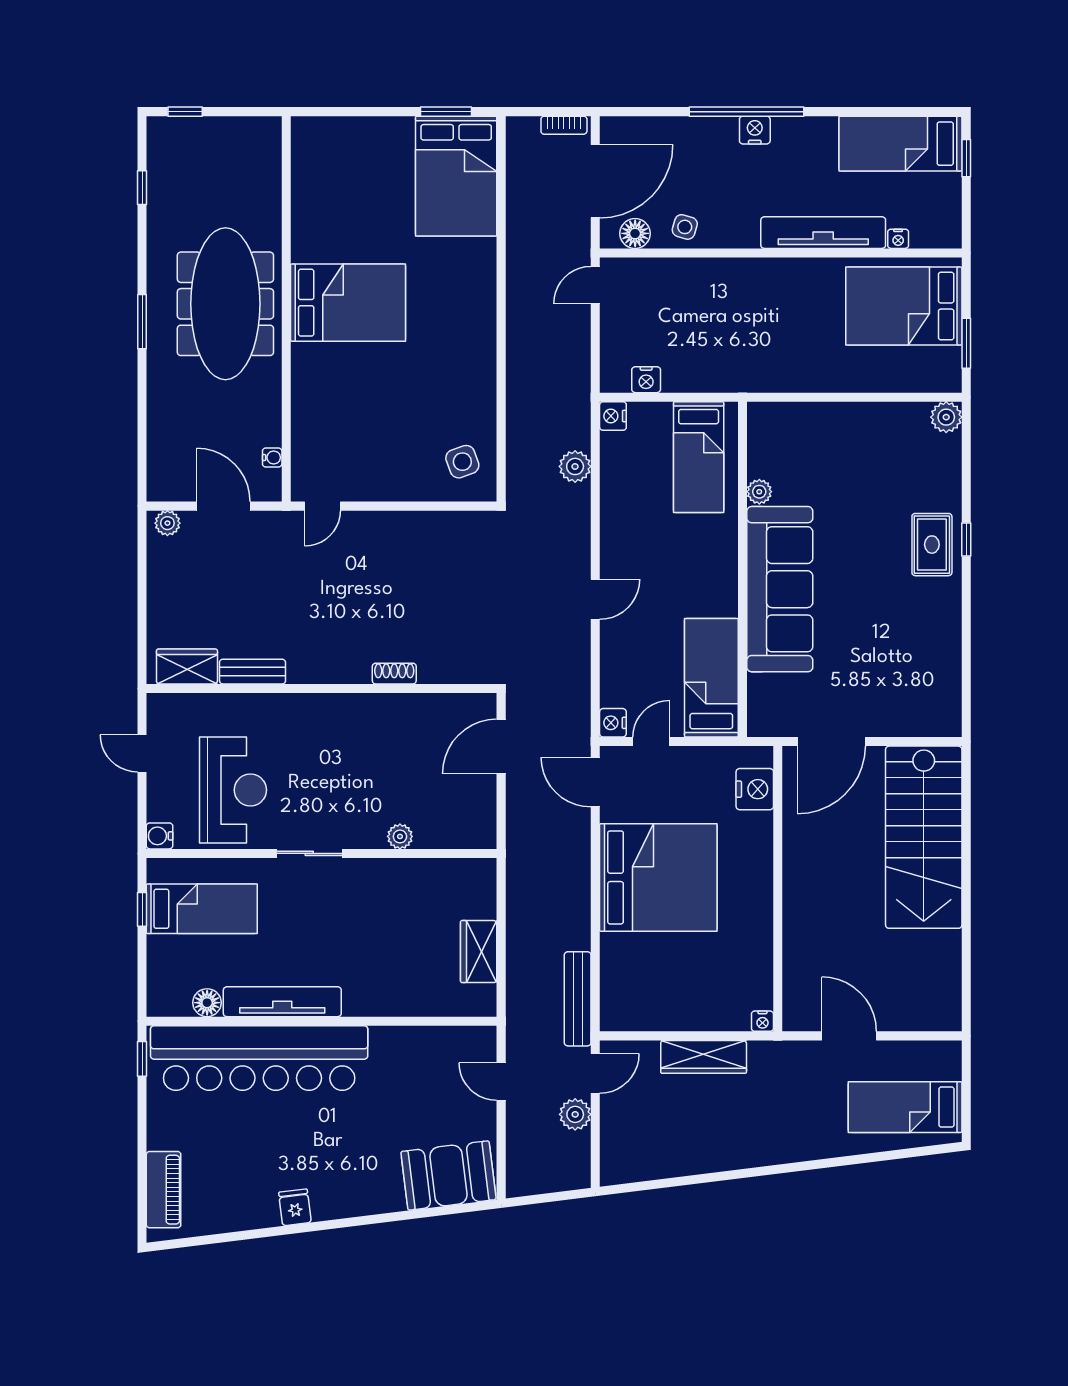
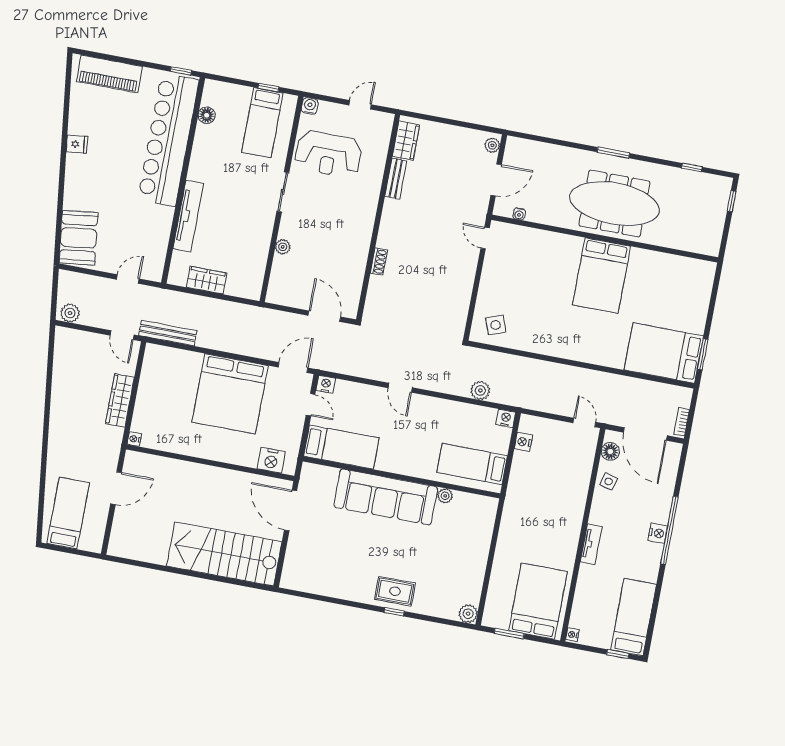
tv unit: (823, 233) -> (591, 544), width x0.52, depth x0.78
nightstand: (898, 239) -> (573, 635), moved
tv unit: (282, 1002) -> (188, 216), moved
plant: (575, 1114) -> (70, 313), moved
piano: (164, 1190) -> (109, 74), width x1.37, depth x1.33

